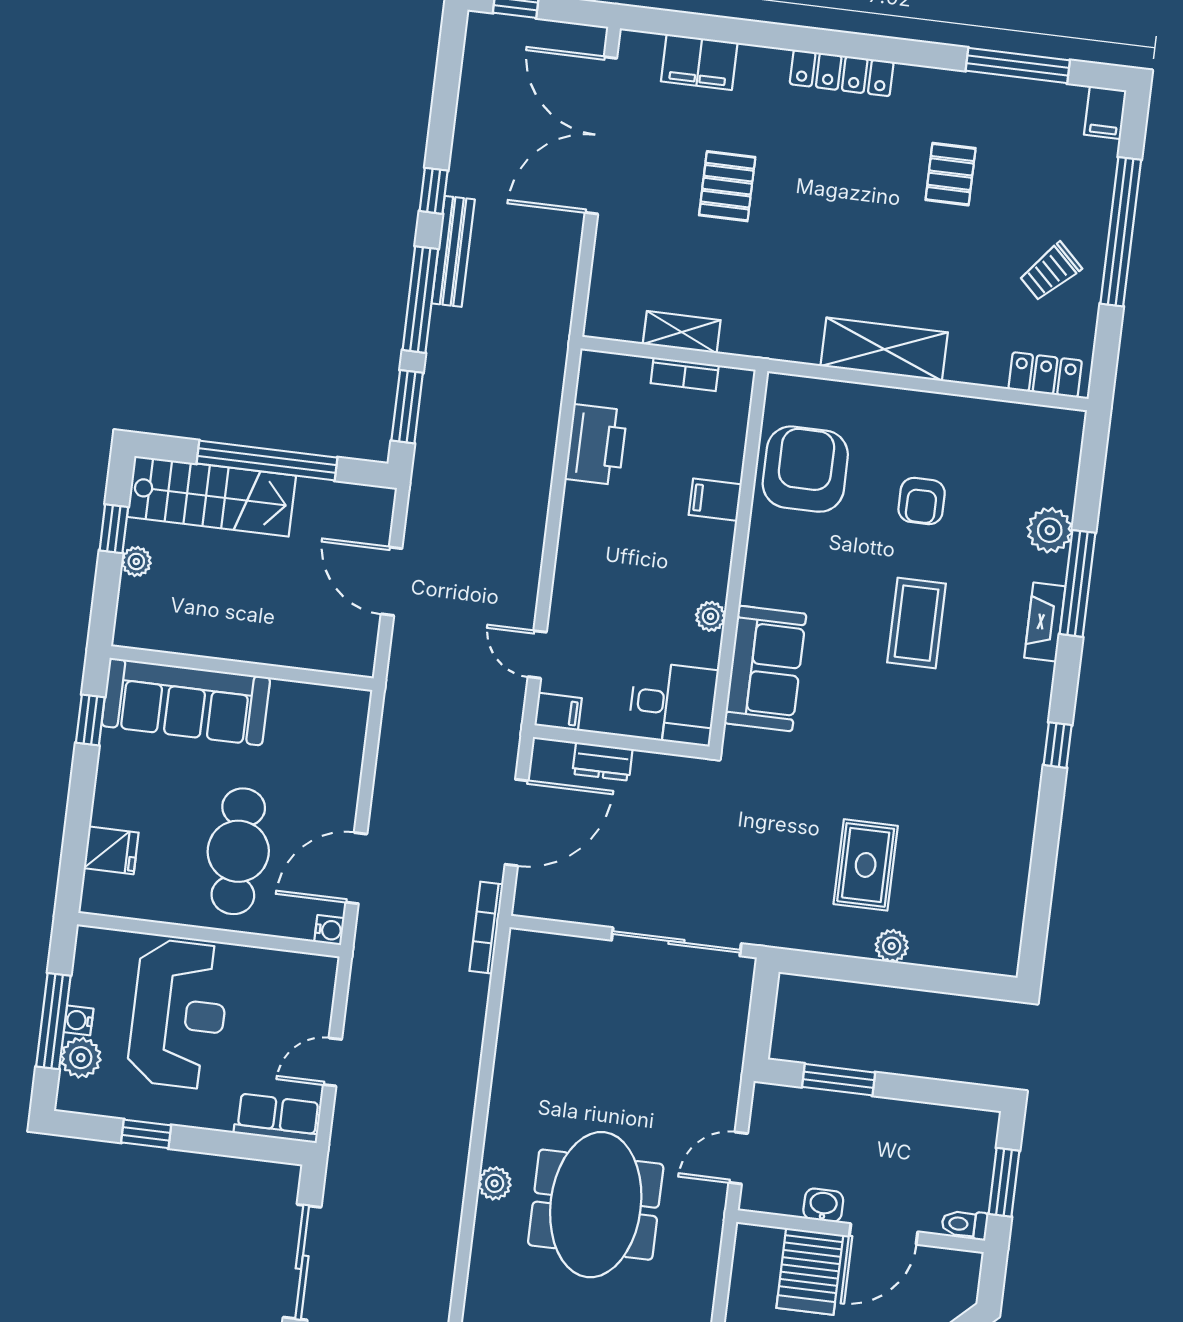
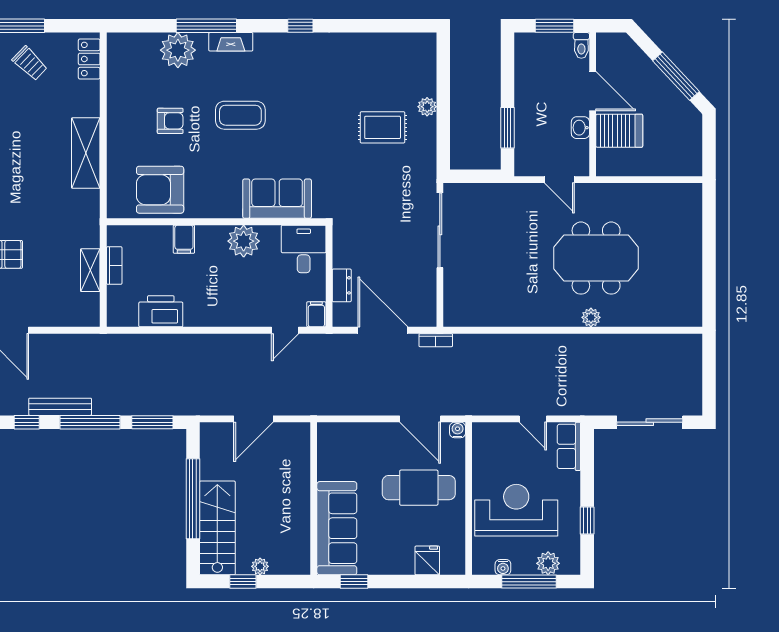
plant: (1050, 530) -> (178, 50), width x1.36, depth x1.36
plant: (711, 616) -> (244, 241), width x1.88, depth x1.88
bookcase: (486, 928) -> (436, 340), width x0.64
water cooler: (79, 1020) -> (503, 567), moved

